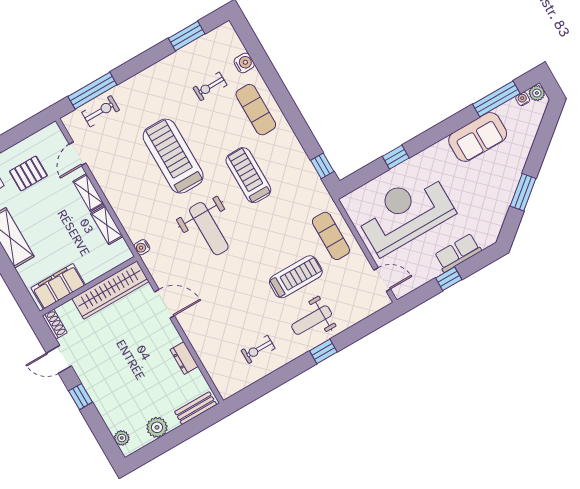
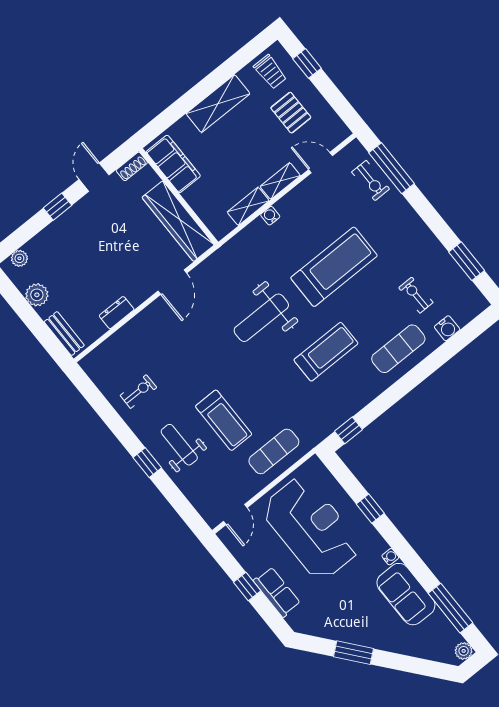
water cooler: (523, 99) -> (390, 557), moved
water cooler: (142, 247) -> (270, 216), moved
exercise bike: (258, 349) -> (138, 391), turned 90

